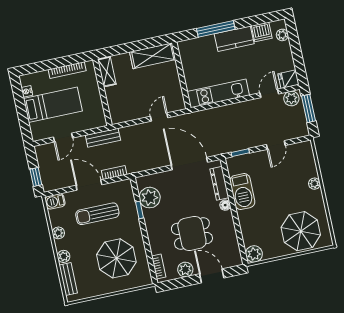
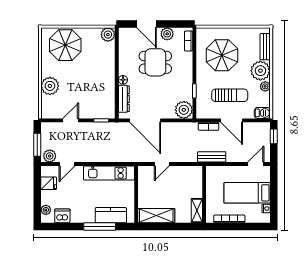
kitchen counter: (234, 39) -> (111, 215), moved
fridge: (288, 79) -> (49, 183), moved
door: (63, 138) -> (256, 164), moved
plant: (314, 184) -> (50, 86), width x1.87, depth x1.87
barbecue: (242, 192) -> (106, 88), removed
plant: (150, 198) -> (184, 110), moved
plant: (64, 256) -> (260, 71), width x1.88, depth x1.88

